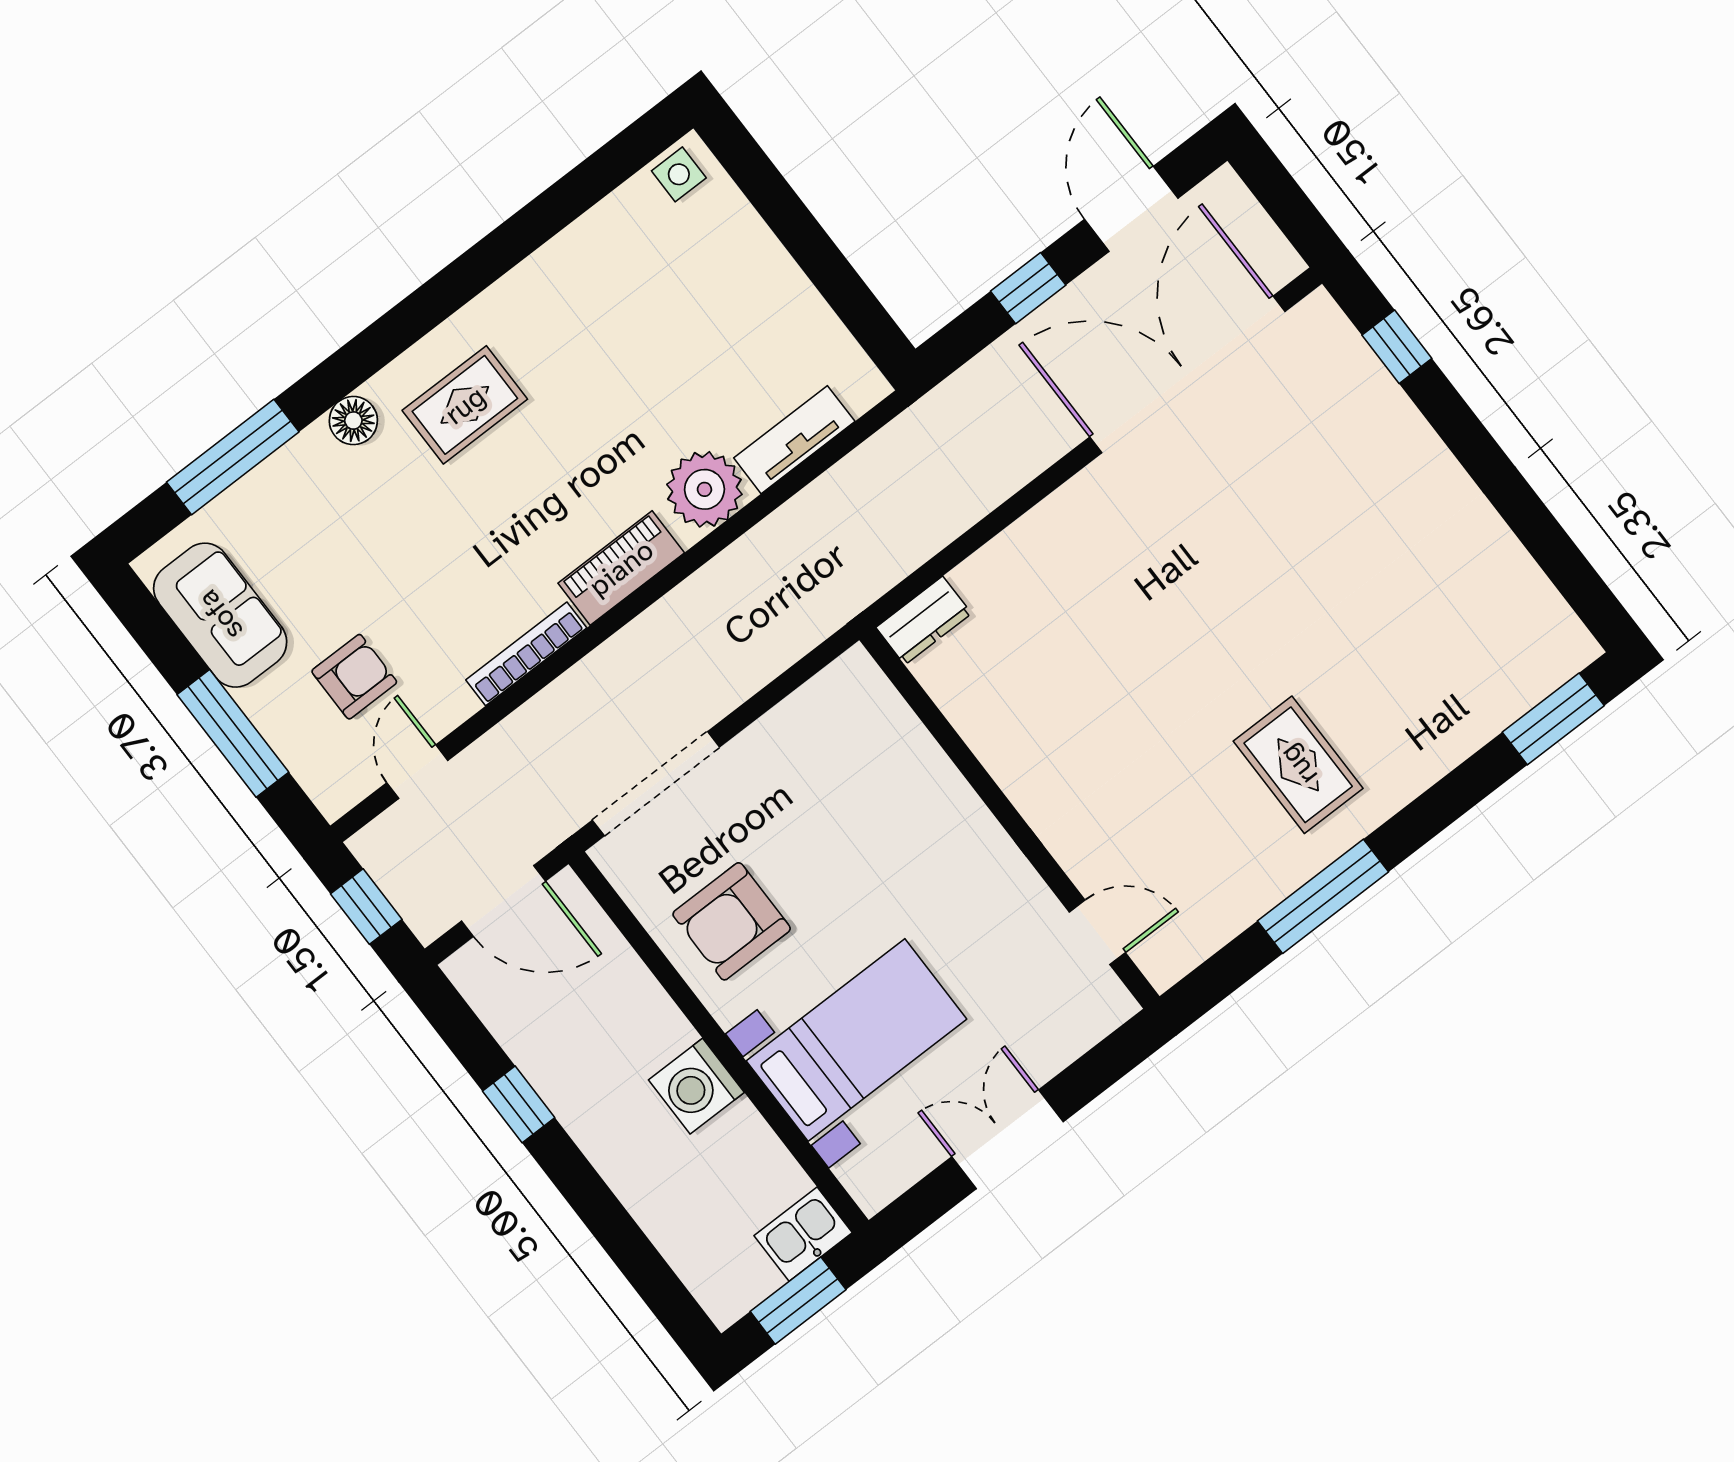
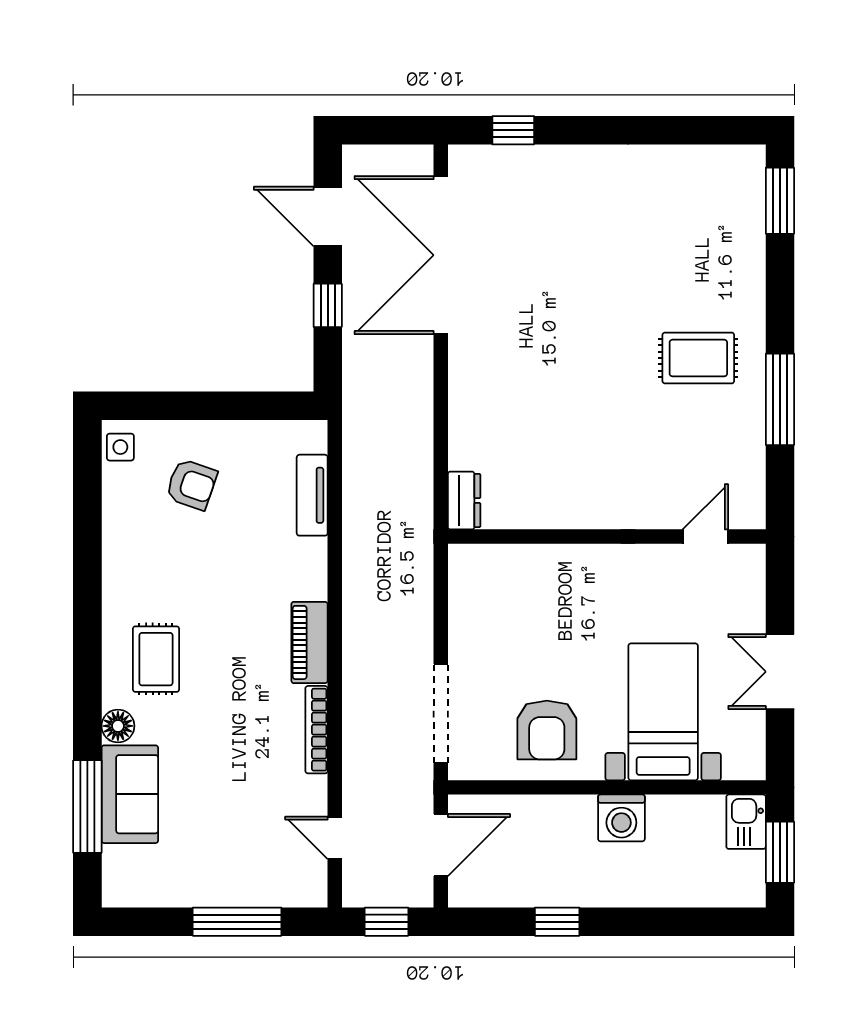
plant: (704, 489) -> (302, 565), removed
sofa: (220, 615) -> (130, 794), moved, turned 90
armchair: (354, 677) -> (191, 484), moved, turned 109

